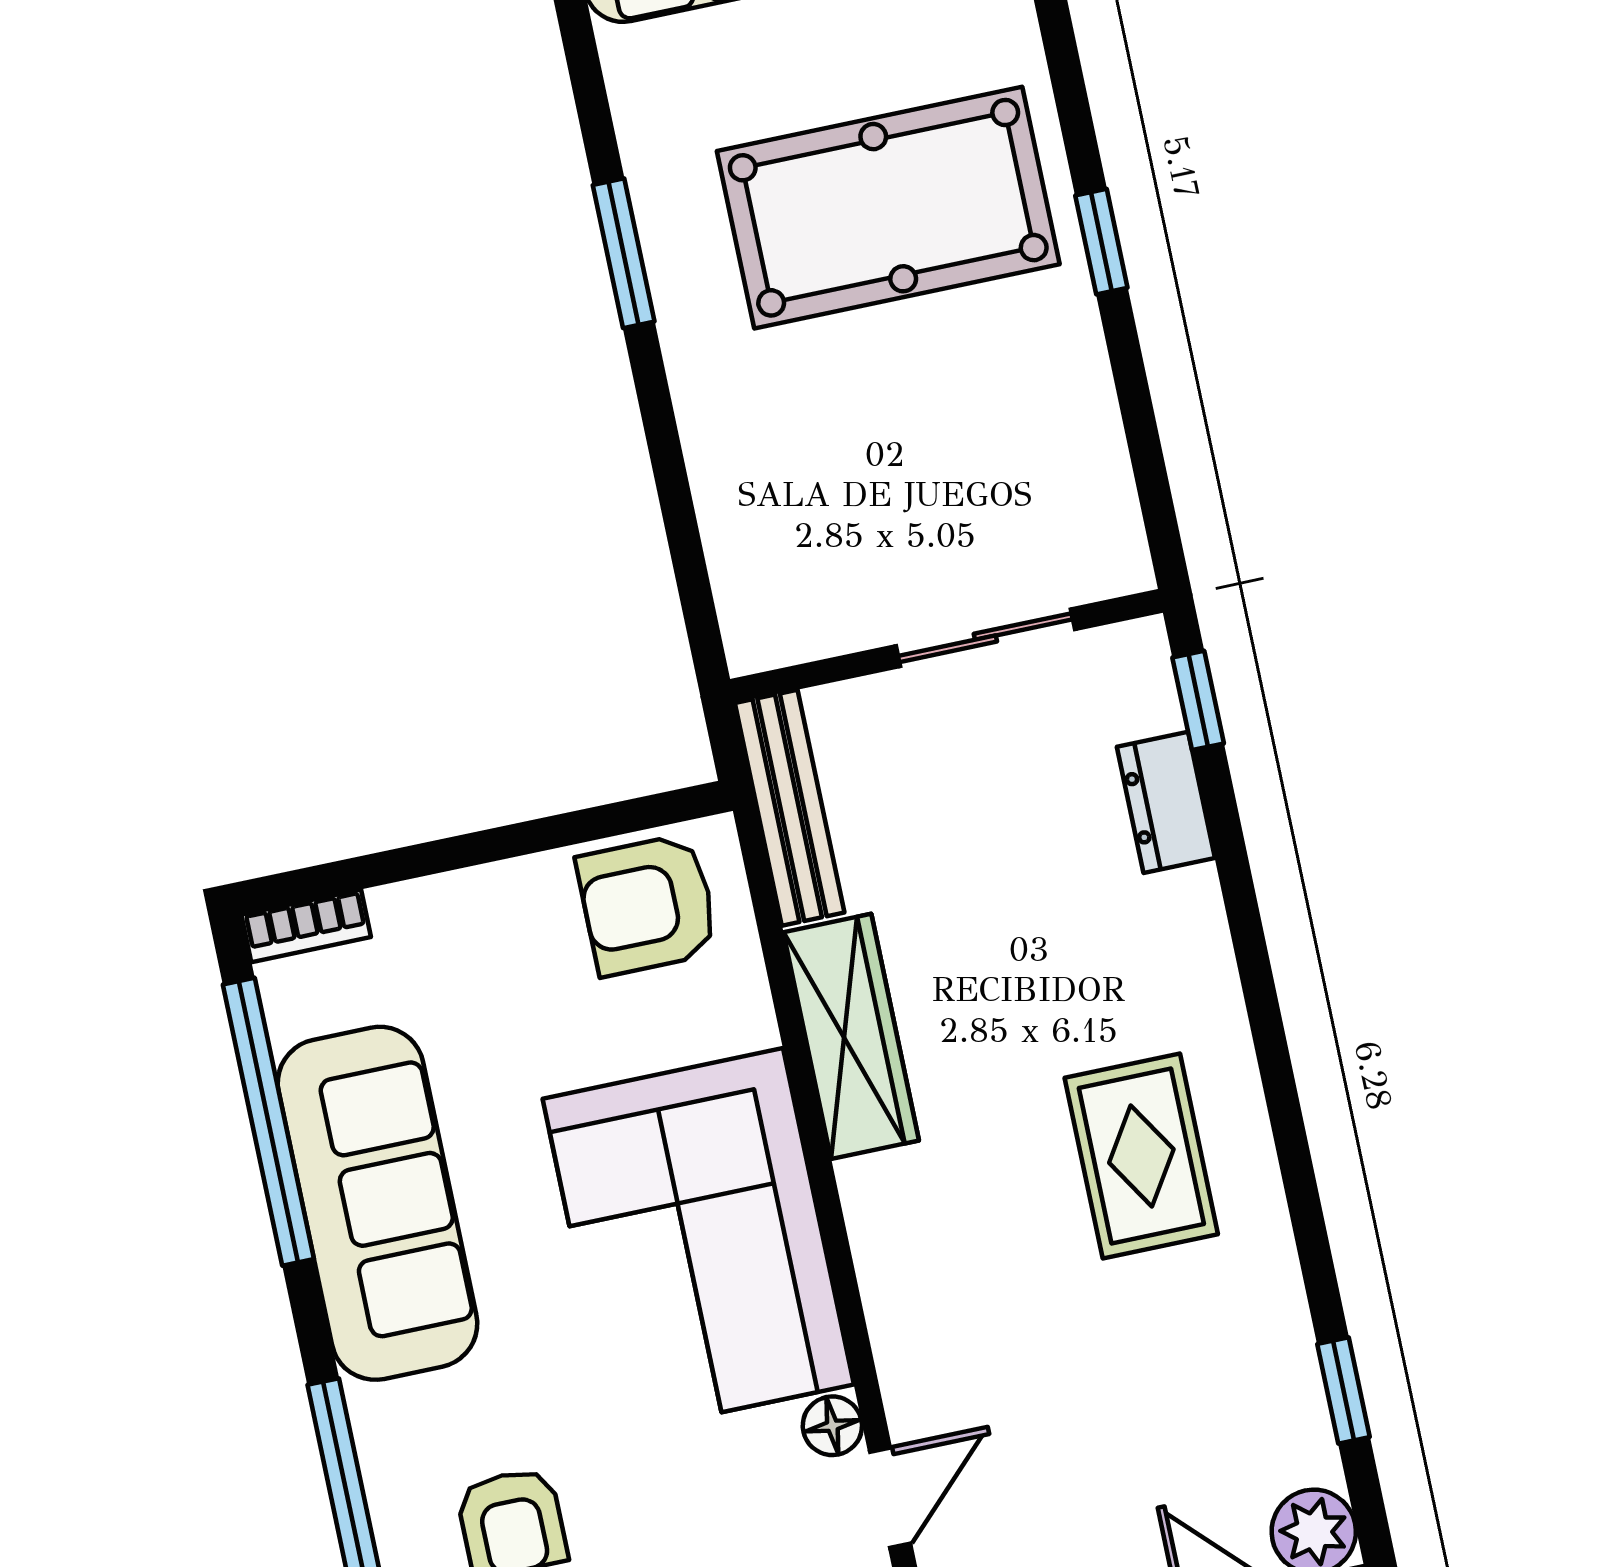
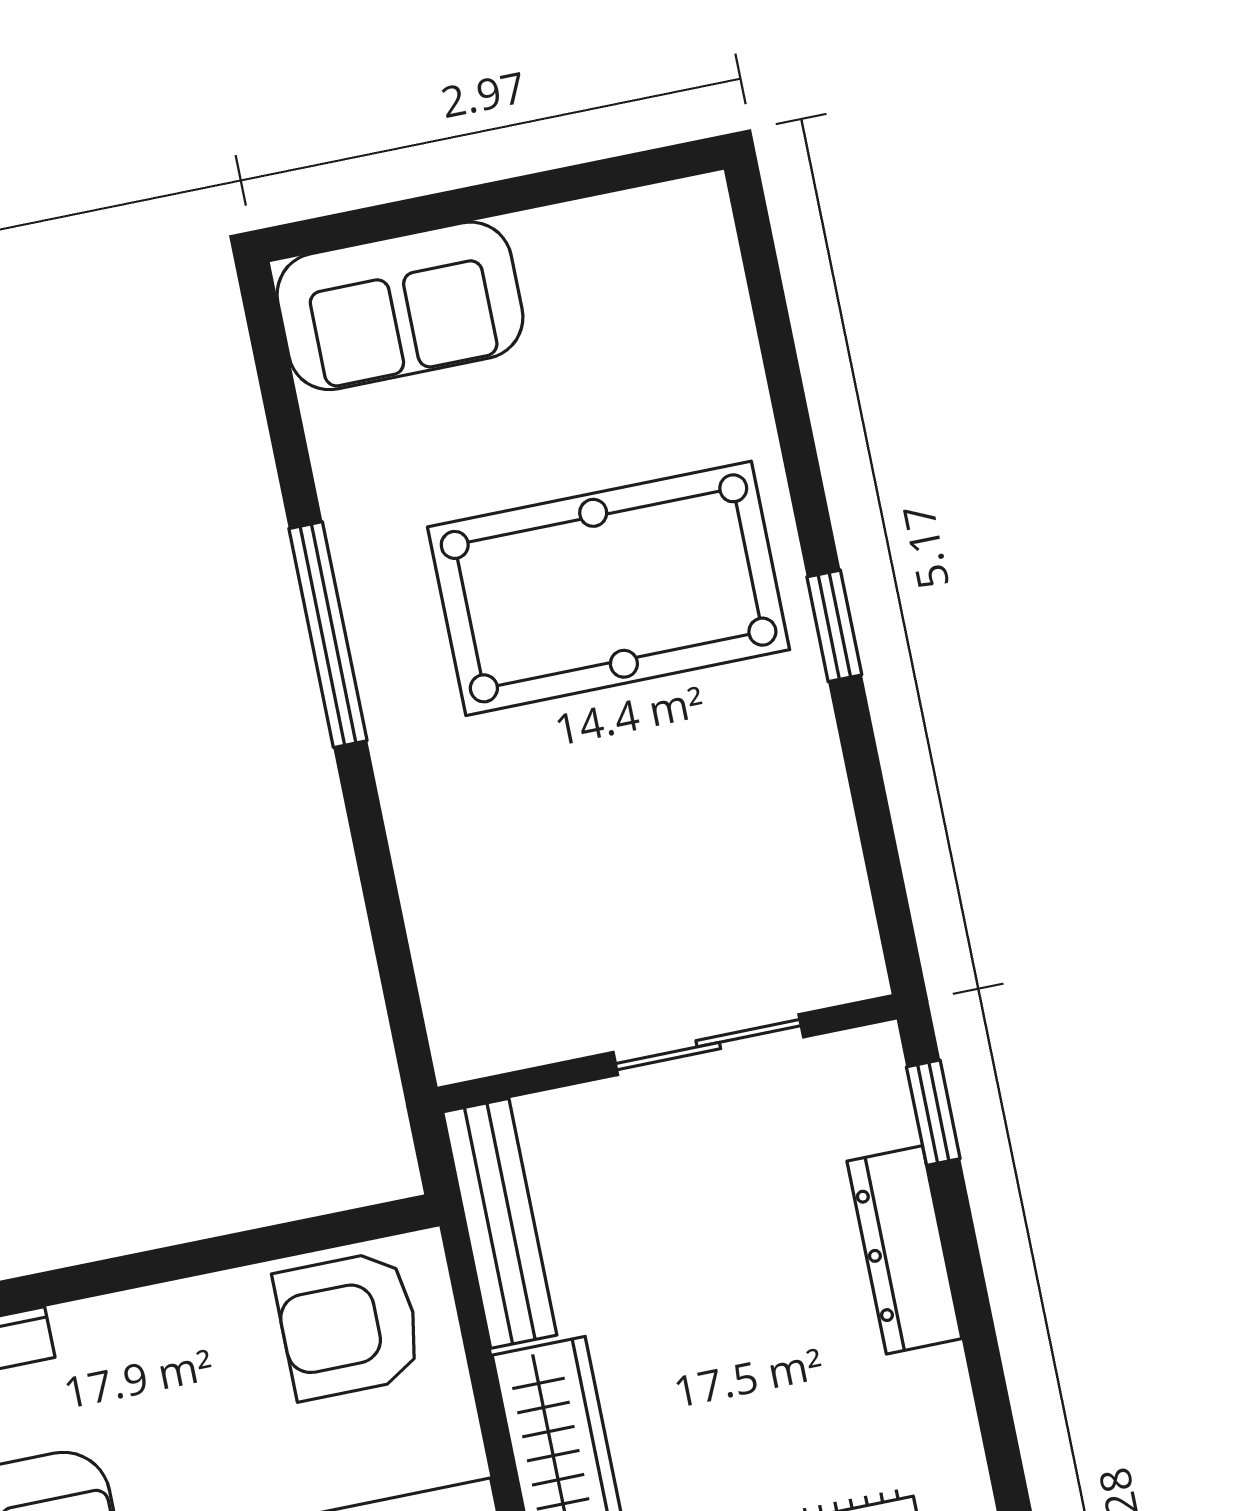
window: (624, 253) -> (328, 635), width x1.44
dresser: (1166, 802) -> (904, 1250), width x1.44

